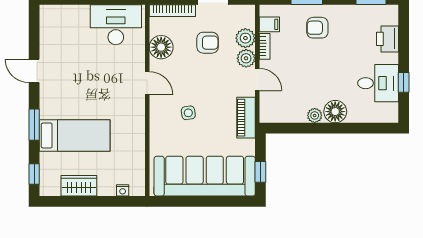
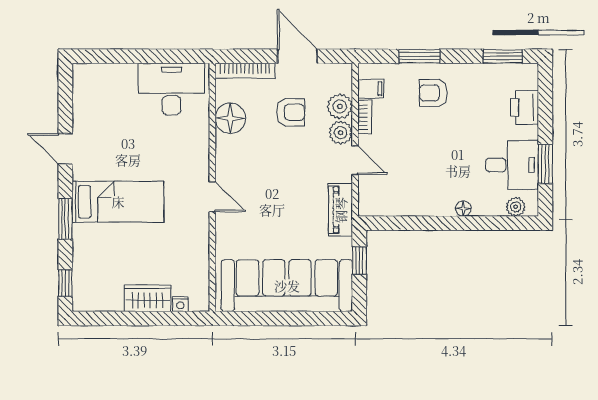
window: (404, 82) -> (545, 164), width x1.50
door: (147, 83) -> (212, 197), moved
floor lamp: (335, 112) -> (463, 209), width x0.53, depth x0.53
side table: (188, 113) -> (266, 203), removed
plant: (315, 115) -> (516, 207), moved
bed: (75, 135) -> (118, 202), moved
window: (260, 172) -> (359, 261), moved
wardrobe: (79, 186) -> (147, 298), moved

